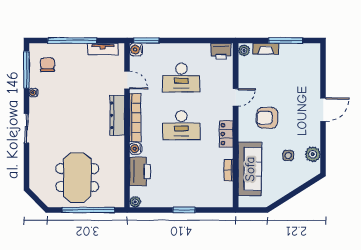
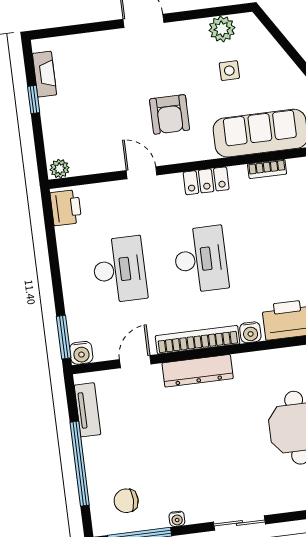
window: (286, 40) -> (34, 100), width x0.46
fireplace: (266, 49) -> (45, 74), moved

